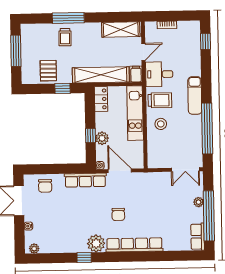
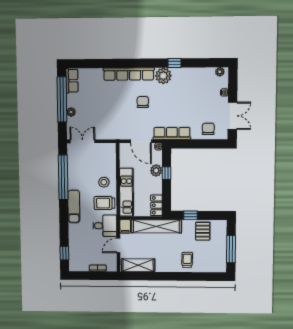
window: (68, 18) -> (184, 276), removed

